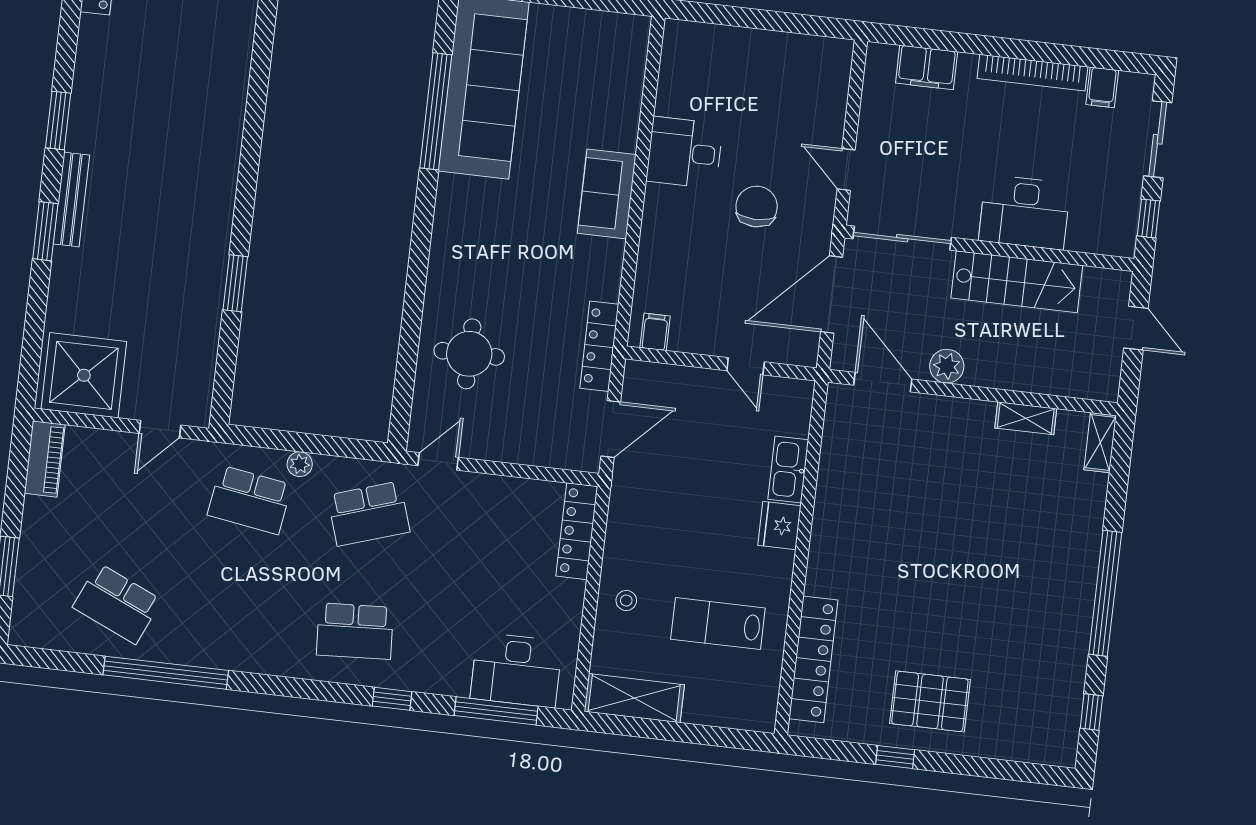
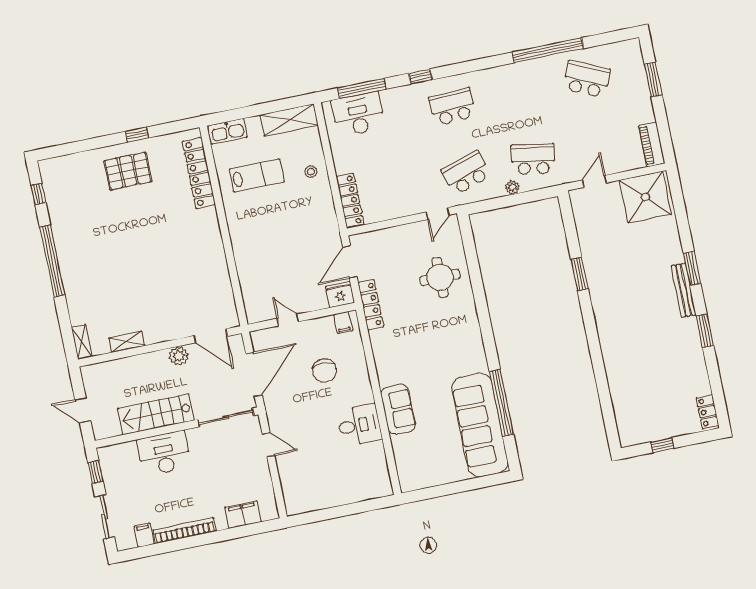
sofa: (607, 194) -> (398, 409), moved
chair: (757, 207) -> (324, 371), moved
kitchen sink: (788, 470) -> (228, 131), moved, turned 90
fridge: (779, 526) -> (340, 295), moved, turned -90

